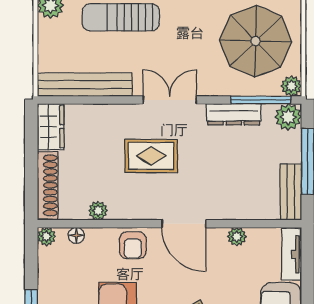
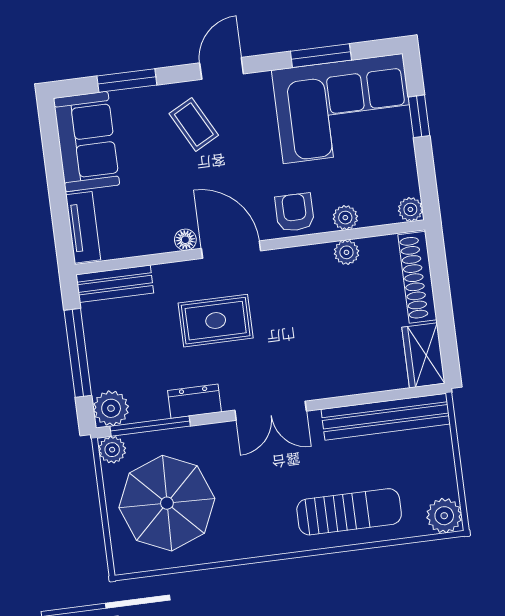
dresser: (234, 114) -> (194, 401), width x0.70
rug: (151, 156) -> (216, 321), moved
bench: (291, 192) -> (115, 284), moved, turned 90
floor lamp: (76, 235) -> (185, 240), moved
plant: (237, 237) -> (345, 218), moved

